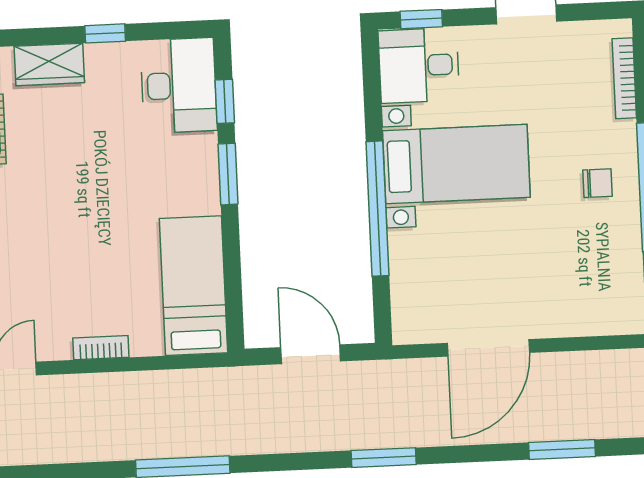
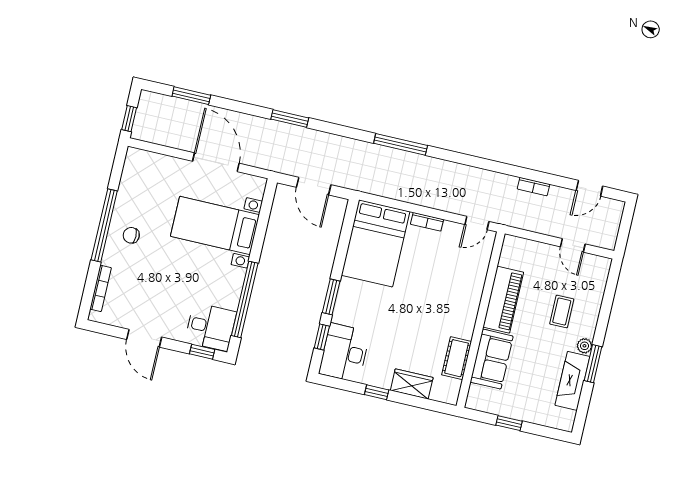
bed with nightstands: (456, 164) -> (215, 225), moved
window: (377, 209) -> (245, 299), moved
bed: (194, 286) -> (376, 243), width x1.50
door: (488, 348) -> (216, 162), hinge flipped

